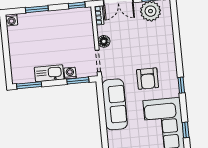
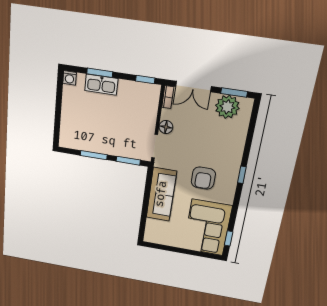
kitchen sink: (49, 73) -> (101, 85), moved, turned 180
washing machine: (70, 73) -> (122, 151), removed
window: (29, 85) -> (94, 155), moved
window: (181, 85) -> (242, 175), moved

